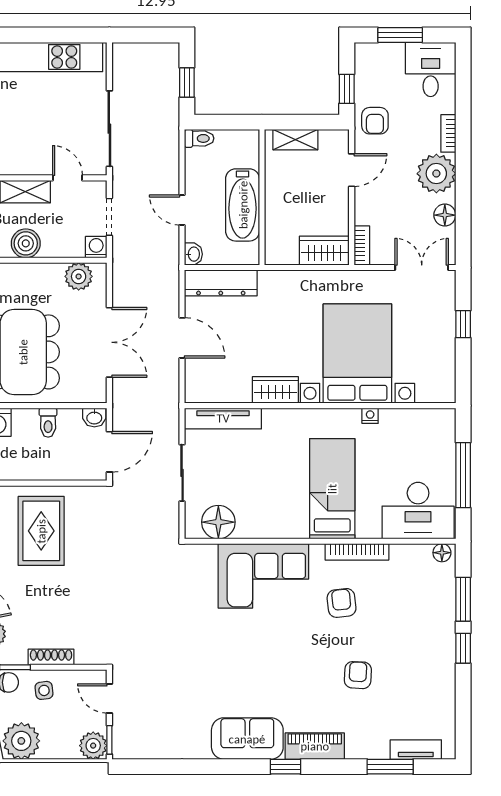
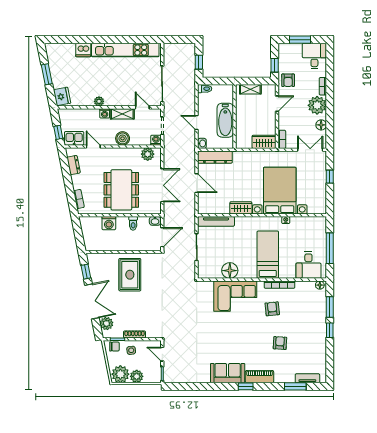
desk: (418, 511) -> (308, 265), width x0.73
floor lamp: (218, 522) -> (230, 271), moved
plant: (93, 746) -> (137, 376), moved

